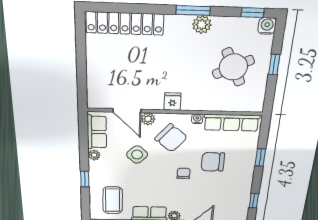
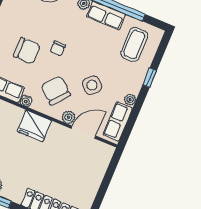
fridge: (172, 102) -> (34, 126), width x1.88, depth x1.34
door: (127, 111) -> (83, 132), hinge flipped

